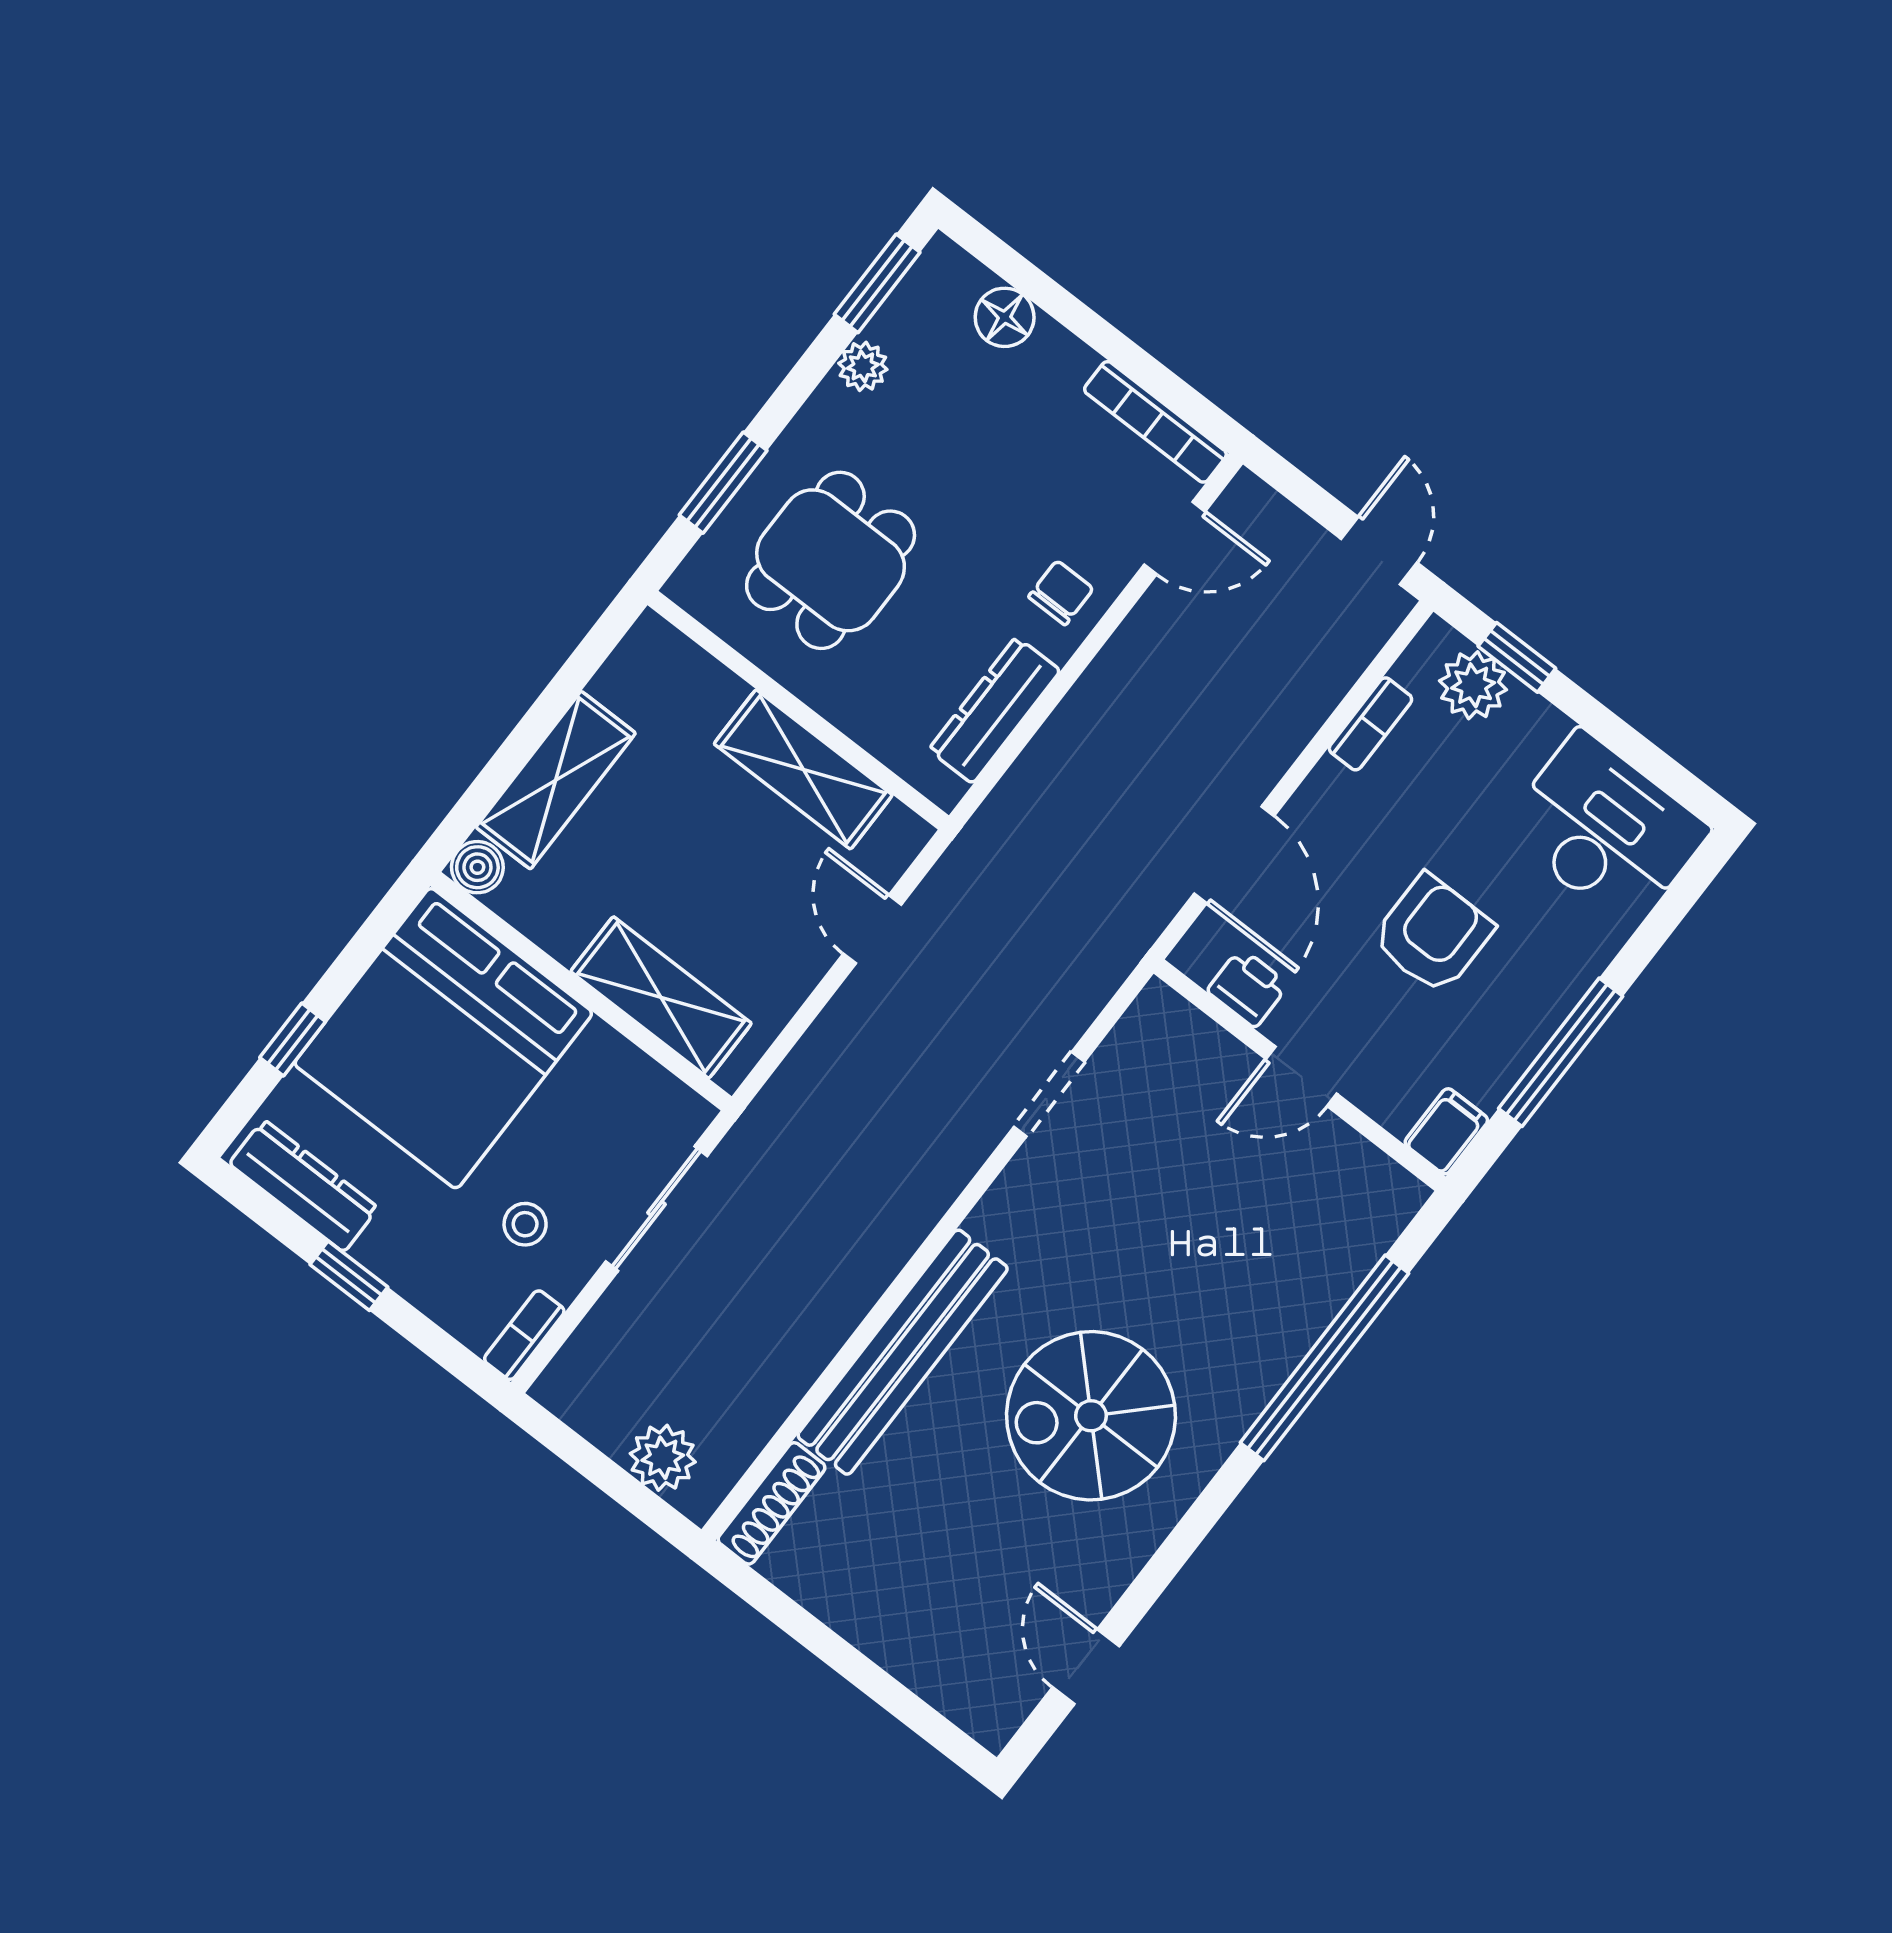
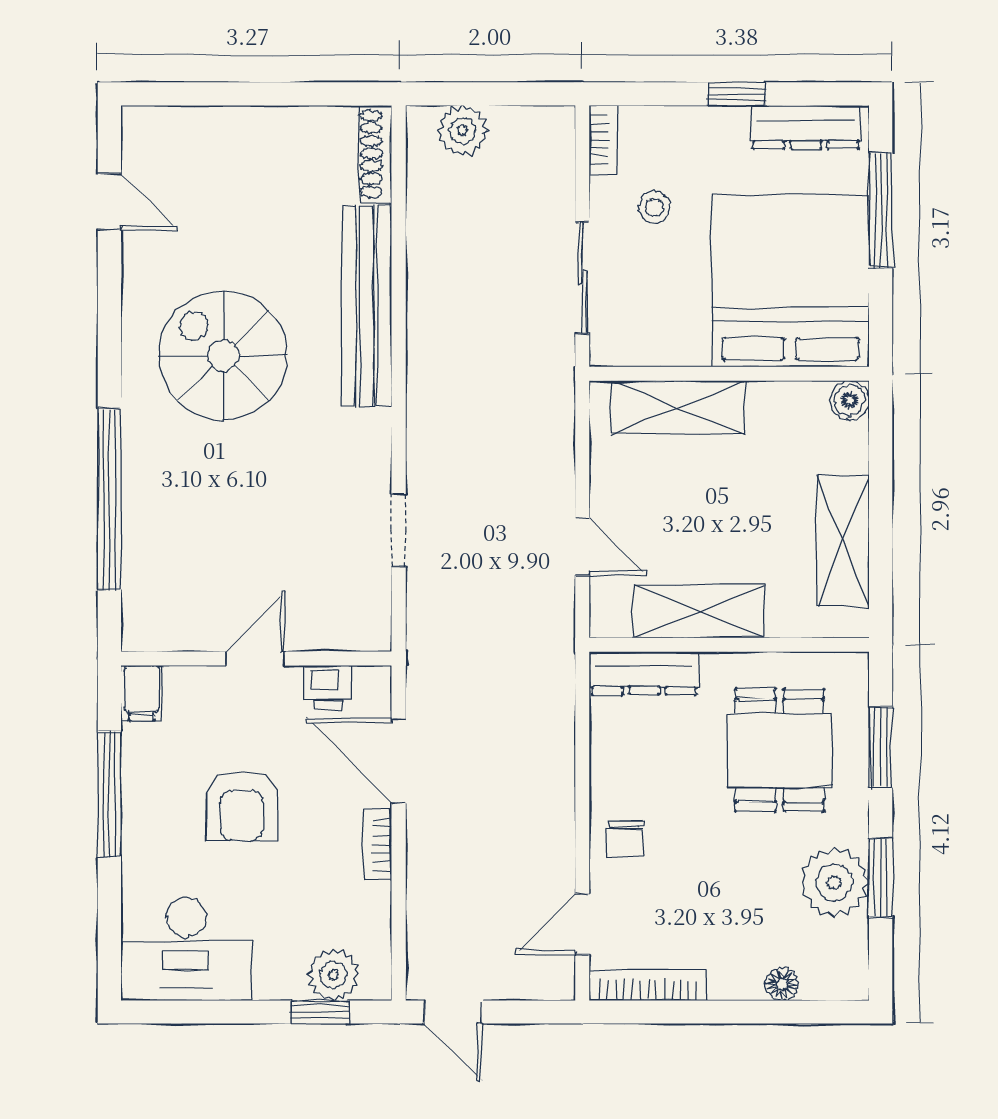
window: (877, 283) -> (881, 877), moved
floor lamp: (1005, 317) -> (782, 984), width x0.73, depth x0.73
plant: (863, 366) -> (834, 882), width x1.88, depth x1.88
dresser: (995, 710) -> (644, 673), moved, turned 90
bookcase: (1370, 724) -> (377, 844), moved
shelving: (556, 780) -> (843, 541), moved
window: (293, 1040) -> (881, 210), width x2.17
spiral stairs: (1091, 1416) -> (223, 356), turned -90

